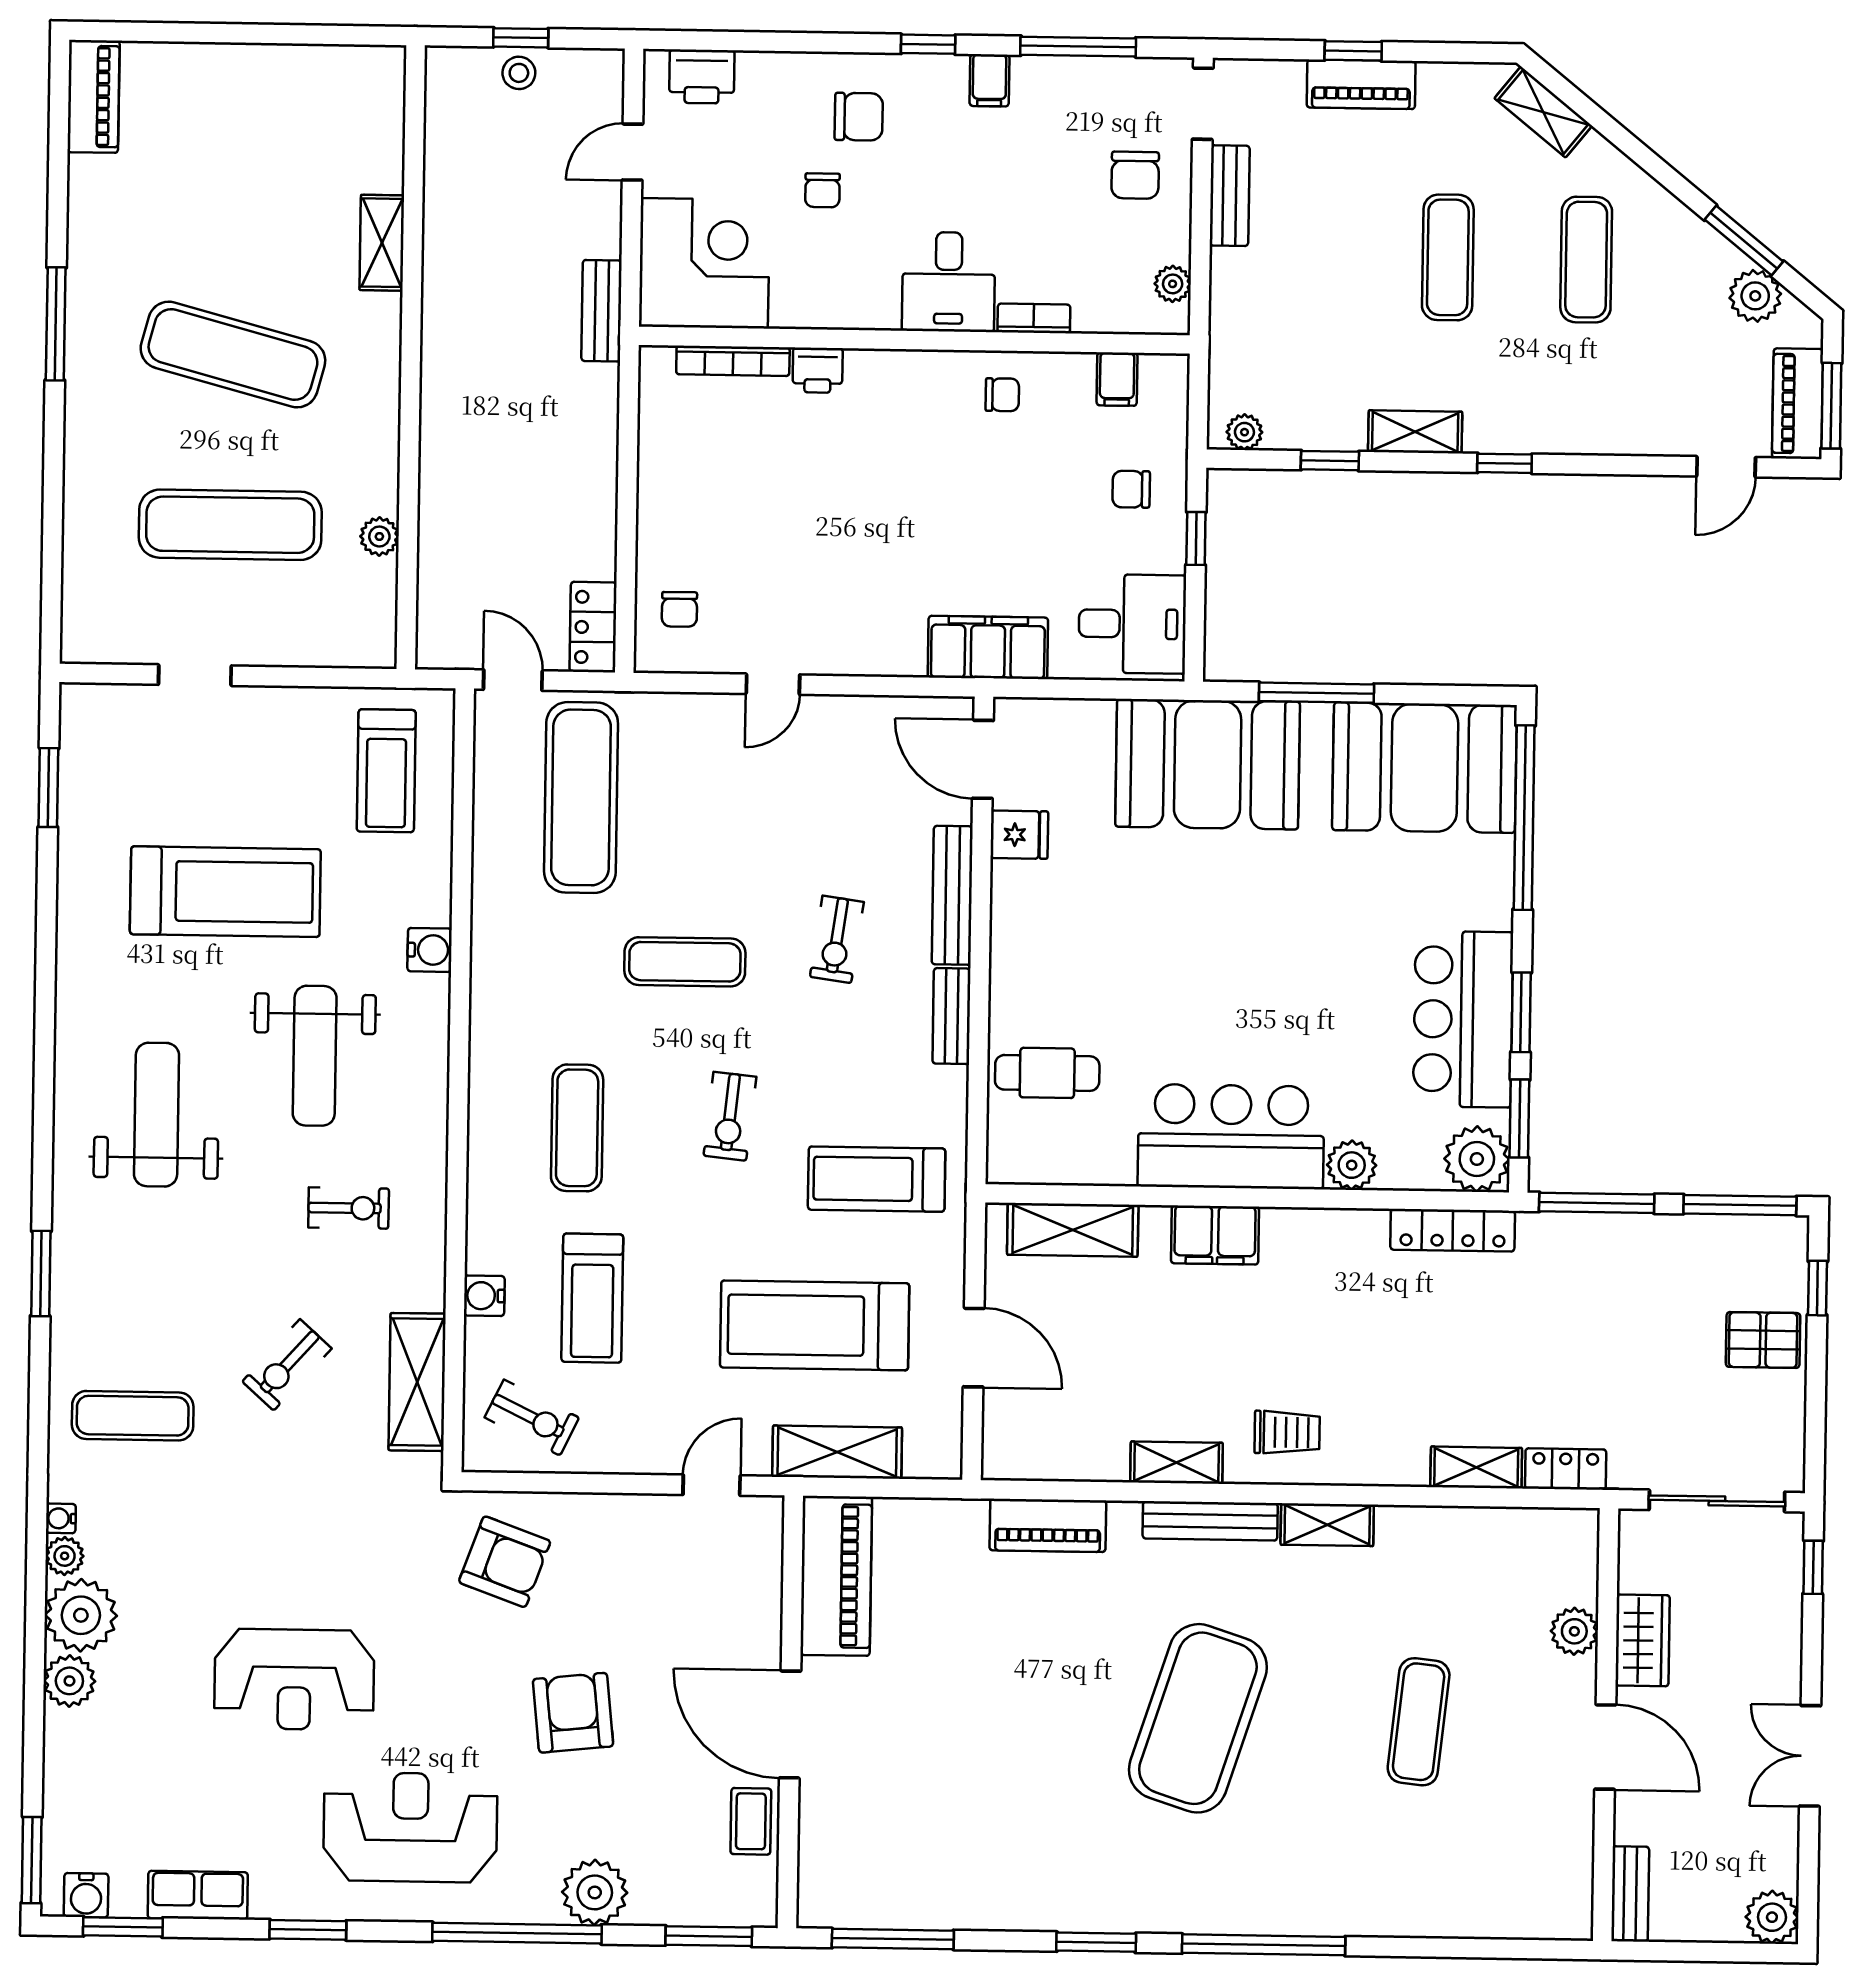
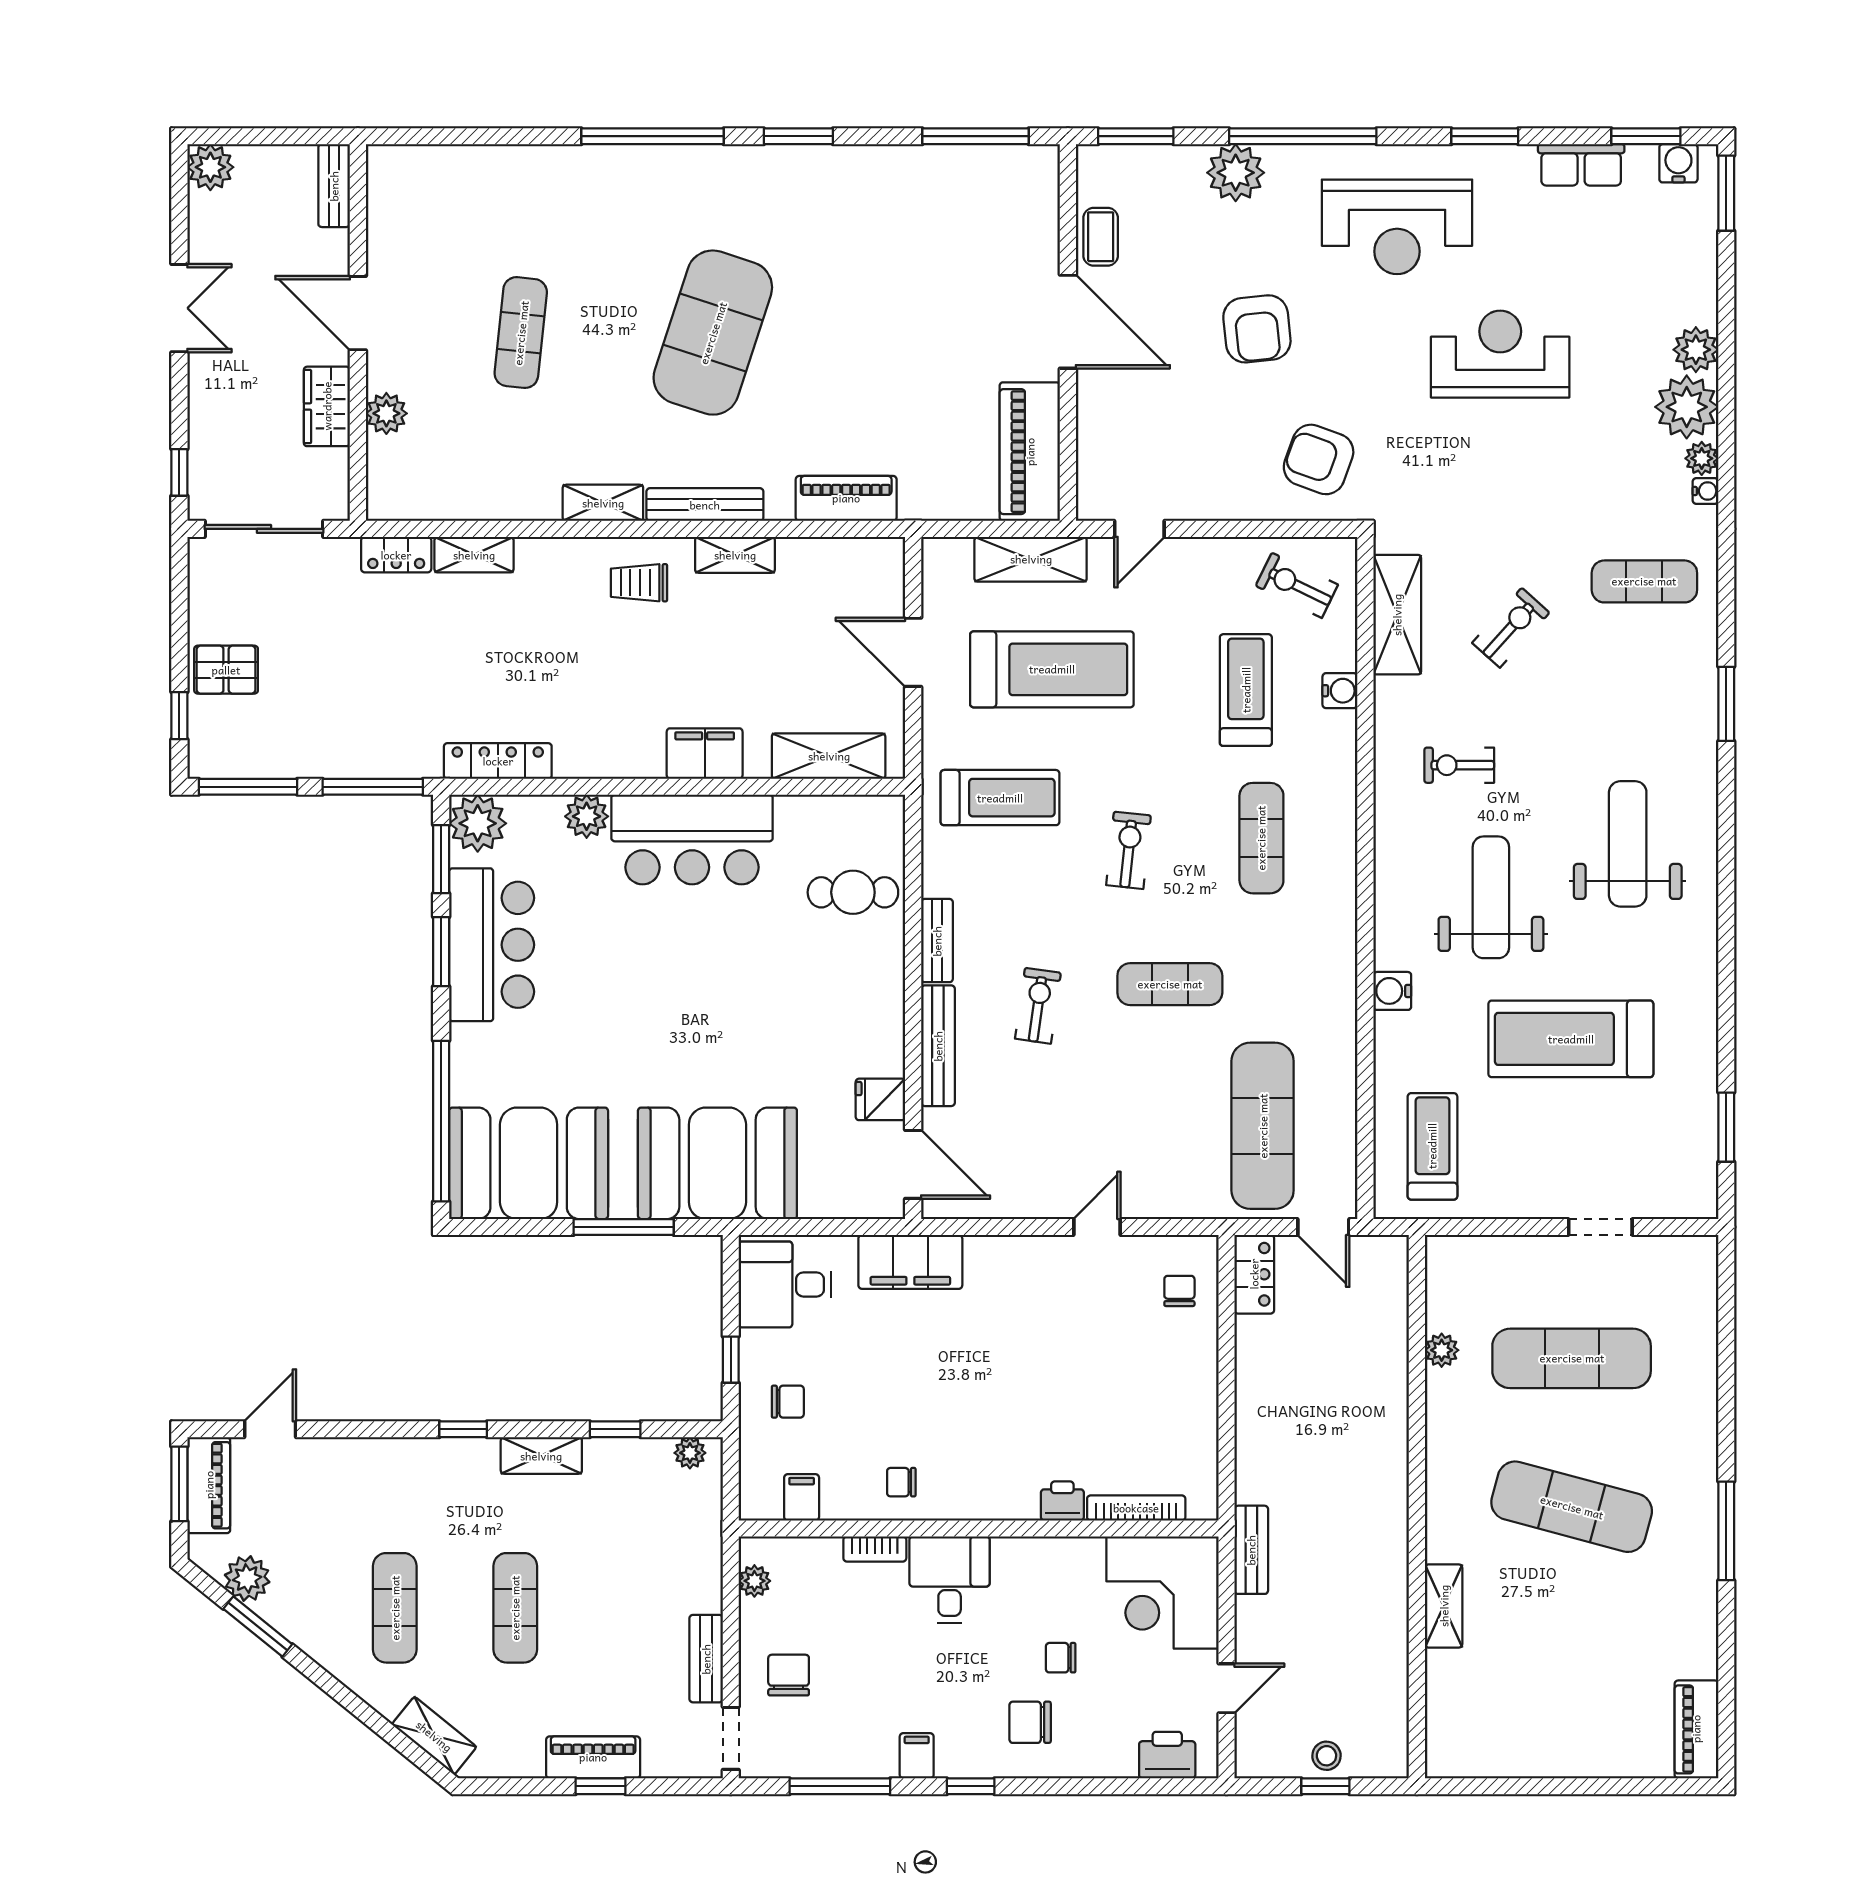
chair: (822, 190) -> (1061, 1658), turned -90
weight bench: (157, 1115) -> (1628, 844), turned 180

